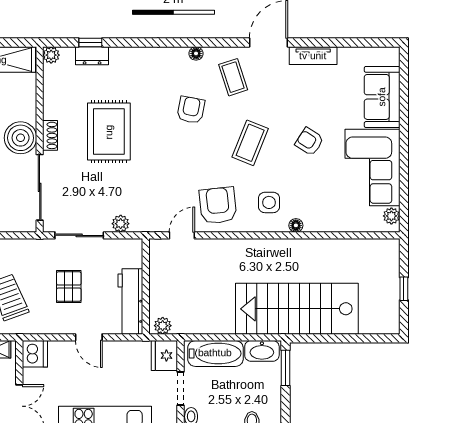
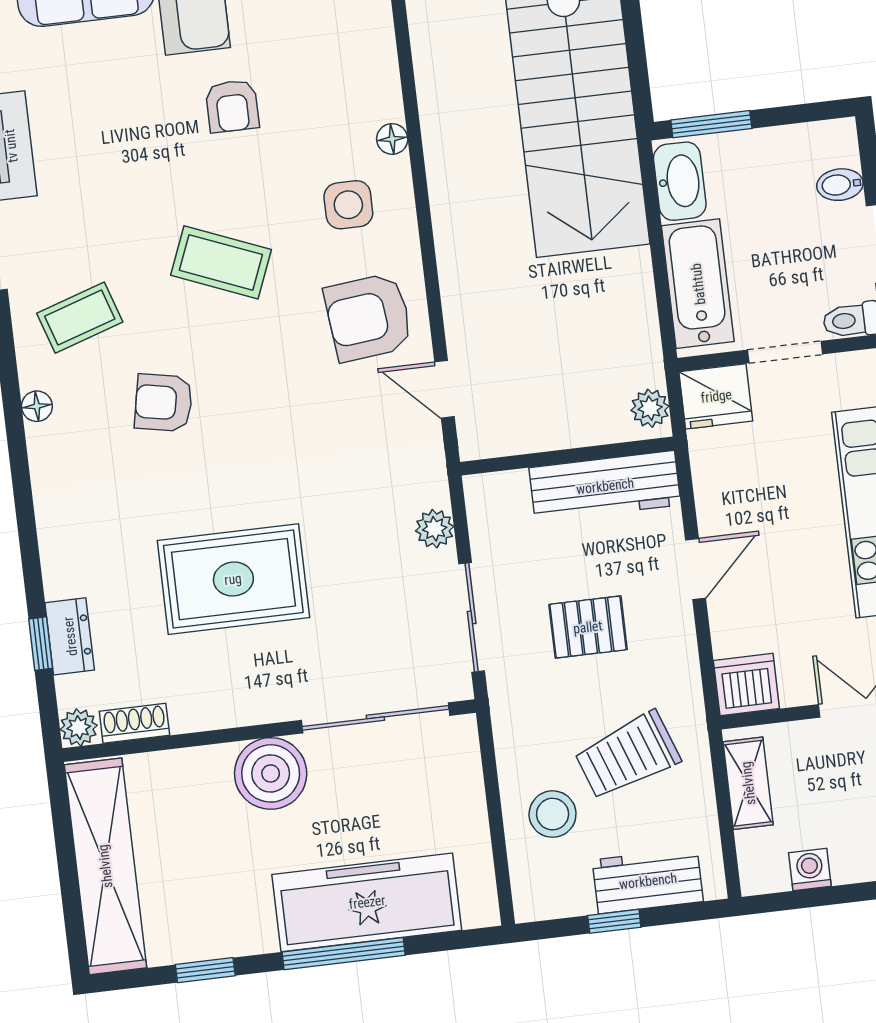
shoe rack: (50, 135) -> (134, 723), moved
armchair: (309, 142) -> (232, 106), moved, turned -33

